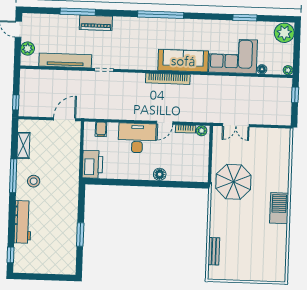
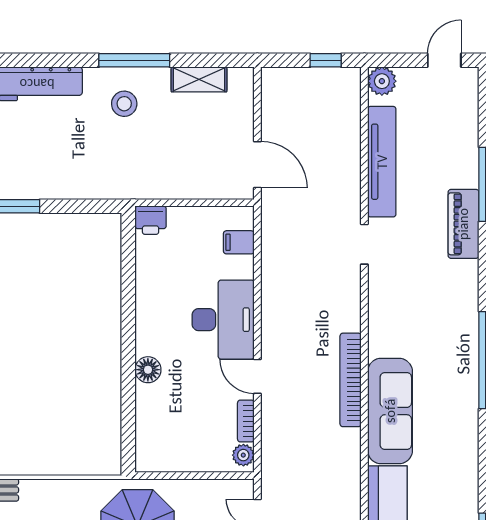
plant: (28, 49) -> (382, 81), moved
window: (16, 102) -> (326, 60), moved
printer: (92, 164) -> (151, 220), width x0.53, depth x0.68

